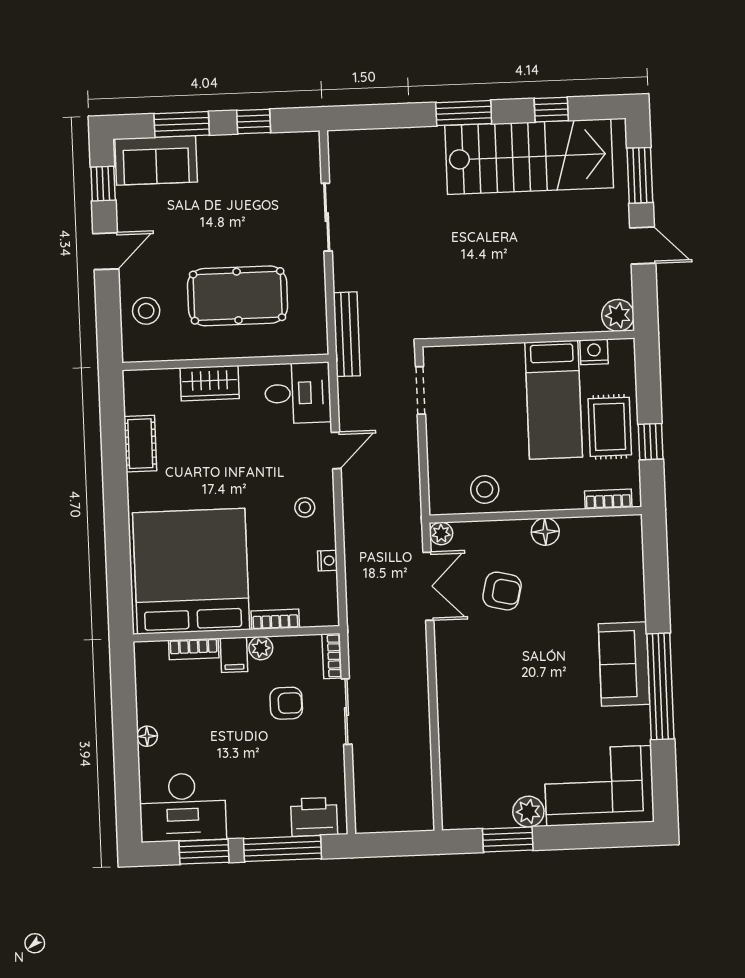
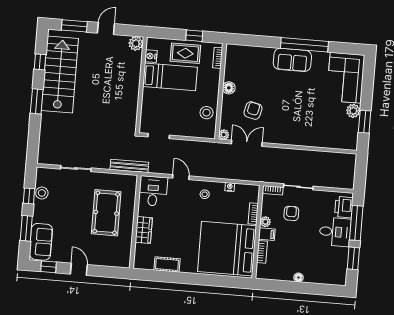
stool: (146, 311) -> (42, 193), moved
desk: (183, 807) -> (335, 232), moved, width x0.73

